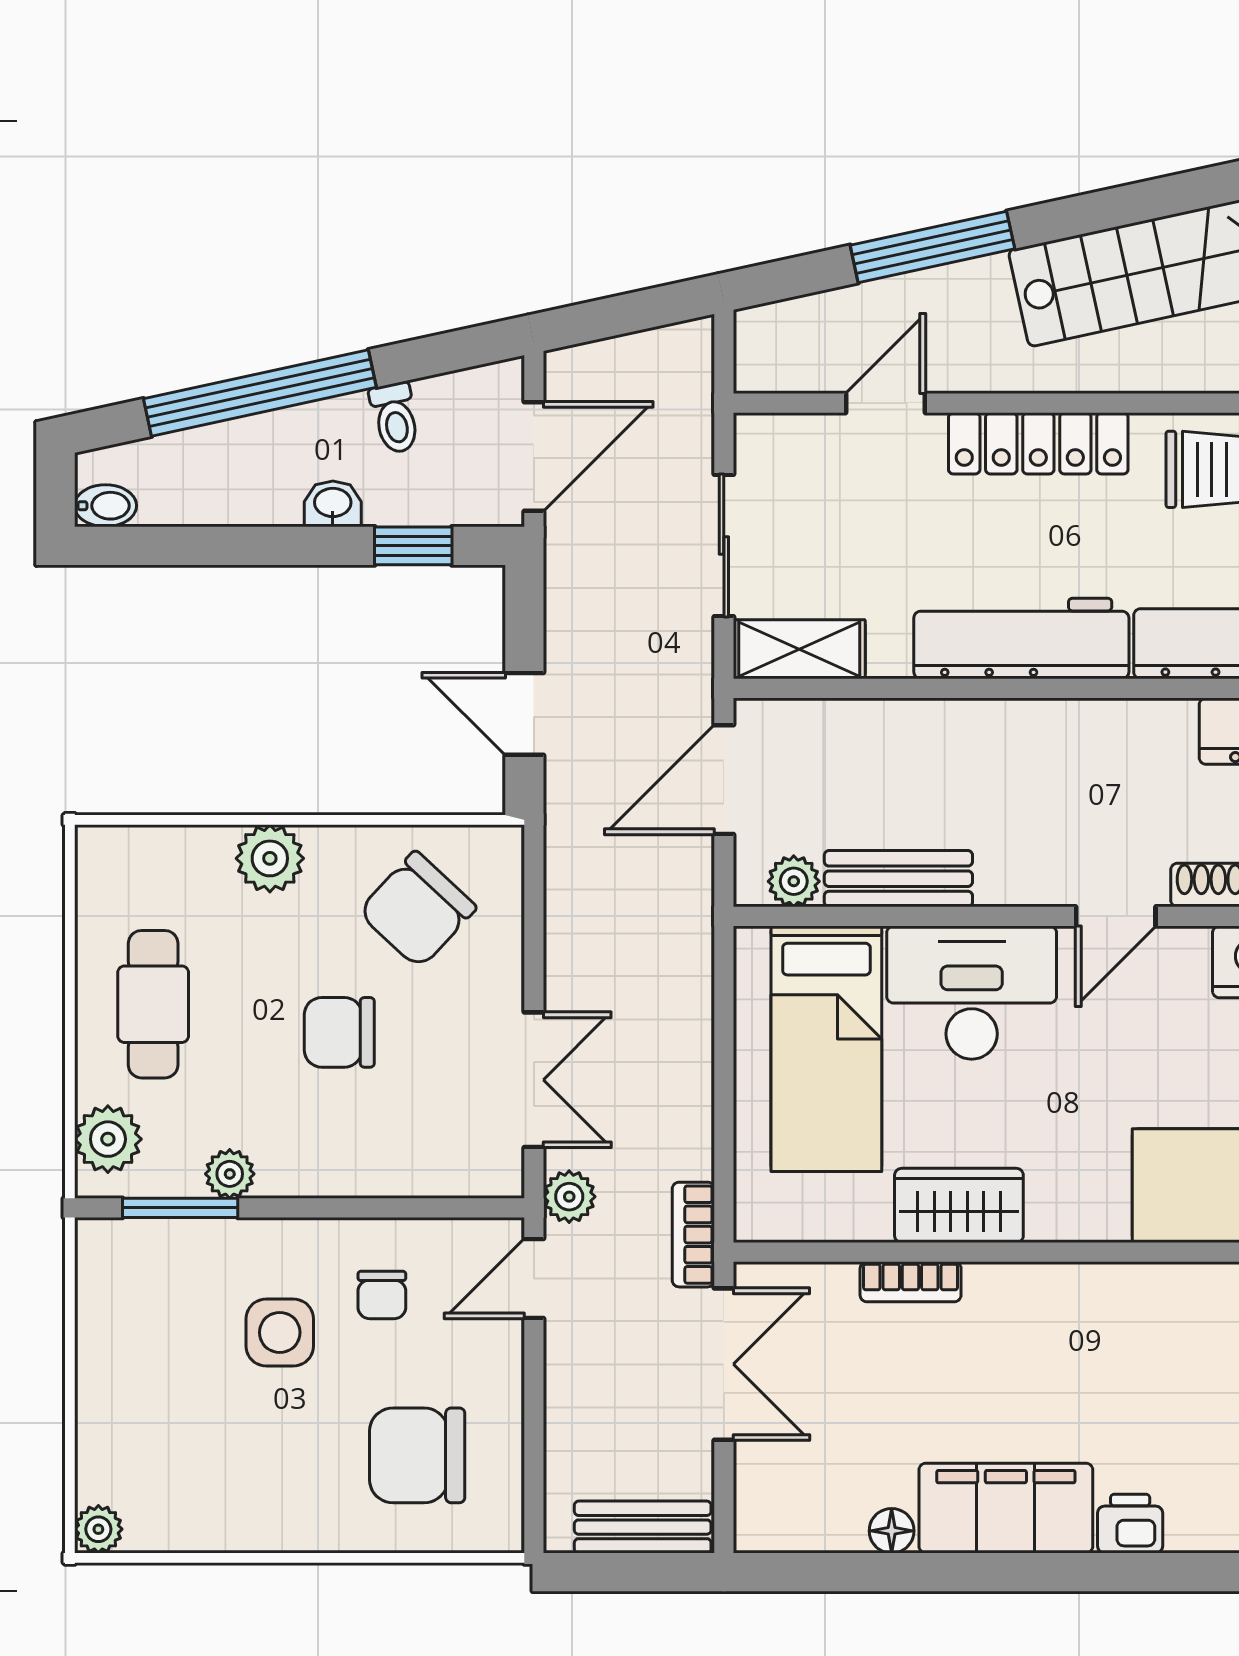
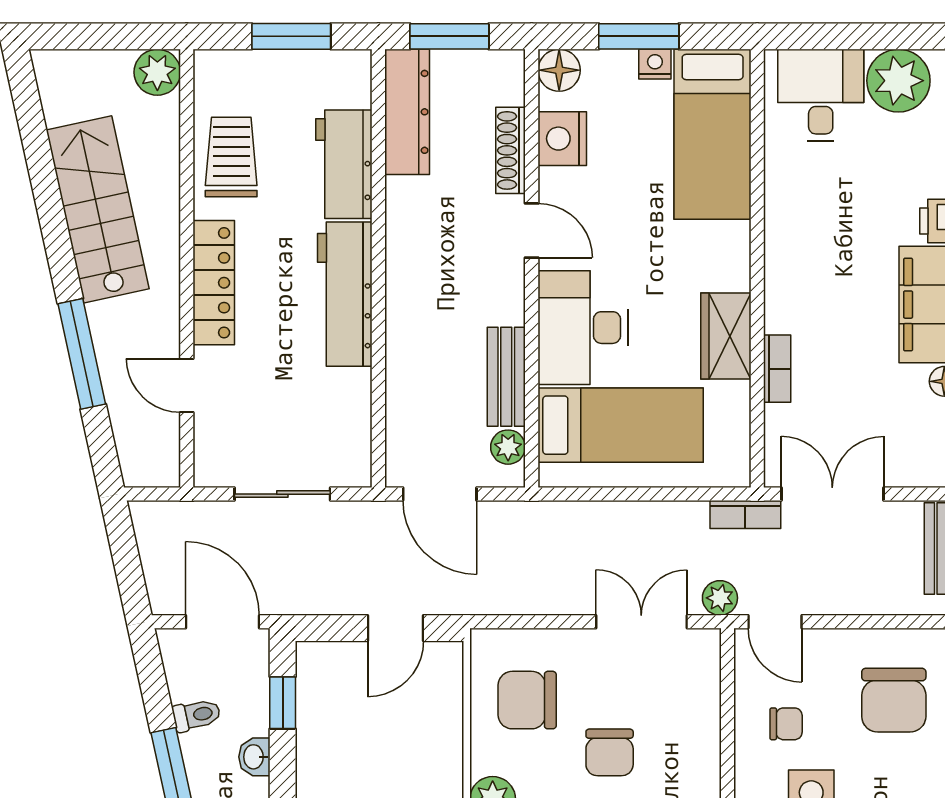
shelving: (799, 649) -> (352, 443), removed
chair: (417, 910) -> (527, 700), turned 137

